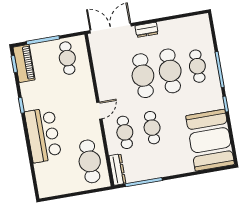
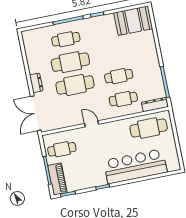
piano: (24, 63) -> (57, 179), moved, turned 90
door: (99, 111) -> (92, 124), moved
bar counter: (43, 135) -> (135, 166), width x1.36
booth: (210, 140) -> (133, 21), width x0.73, depth x0.70

